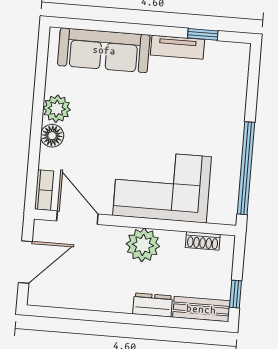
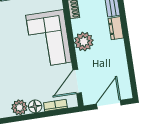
bookcase: (44, 190) -> (55, 105), moved
door: (25, 262) -> (109, 105), hinge flipped

